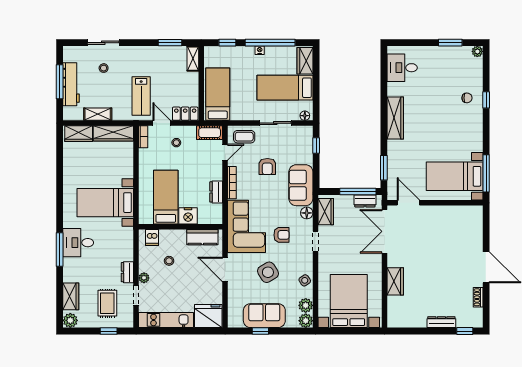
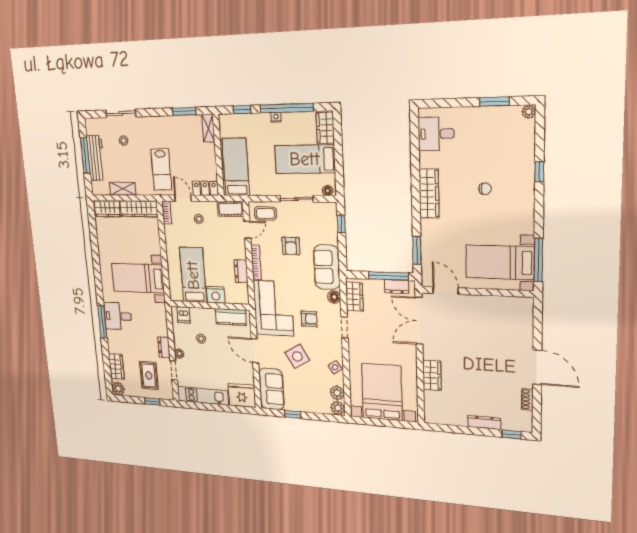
chair: (467, 98) -> (485, 189), moved
sofa: (264, 316) -> (271, 389), moved, turned 90

